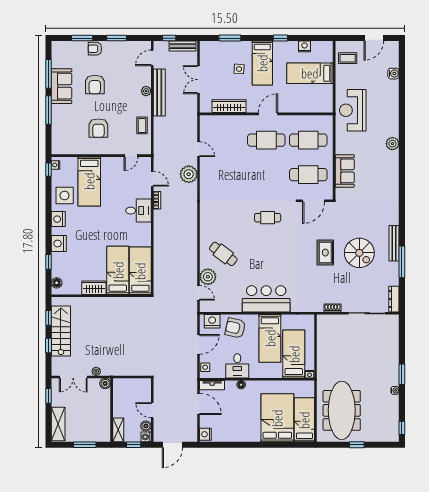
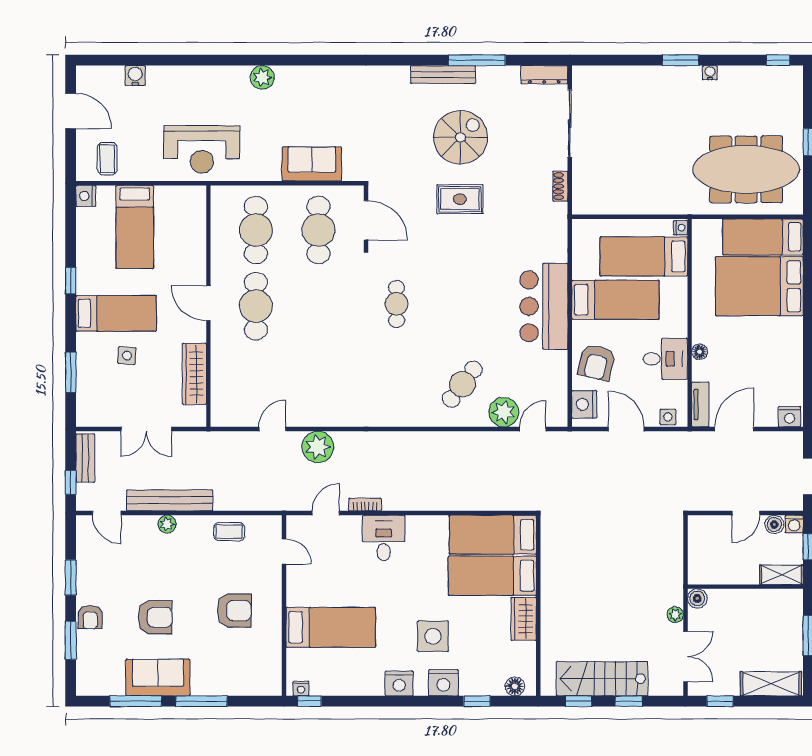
nightstand: (305, 46) -> (86, 196), moved
side table: (65, 196) -> (433, 636), moved

